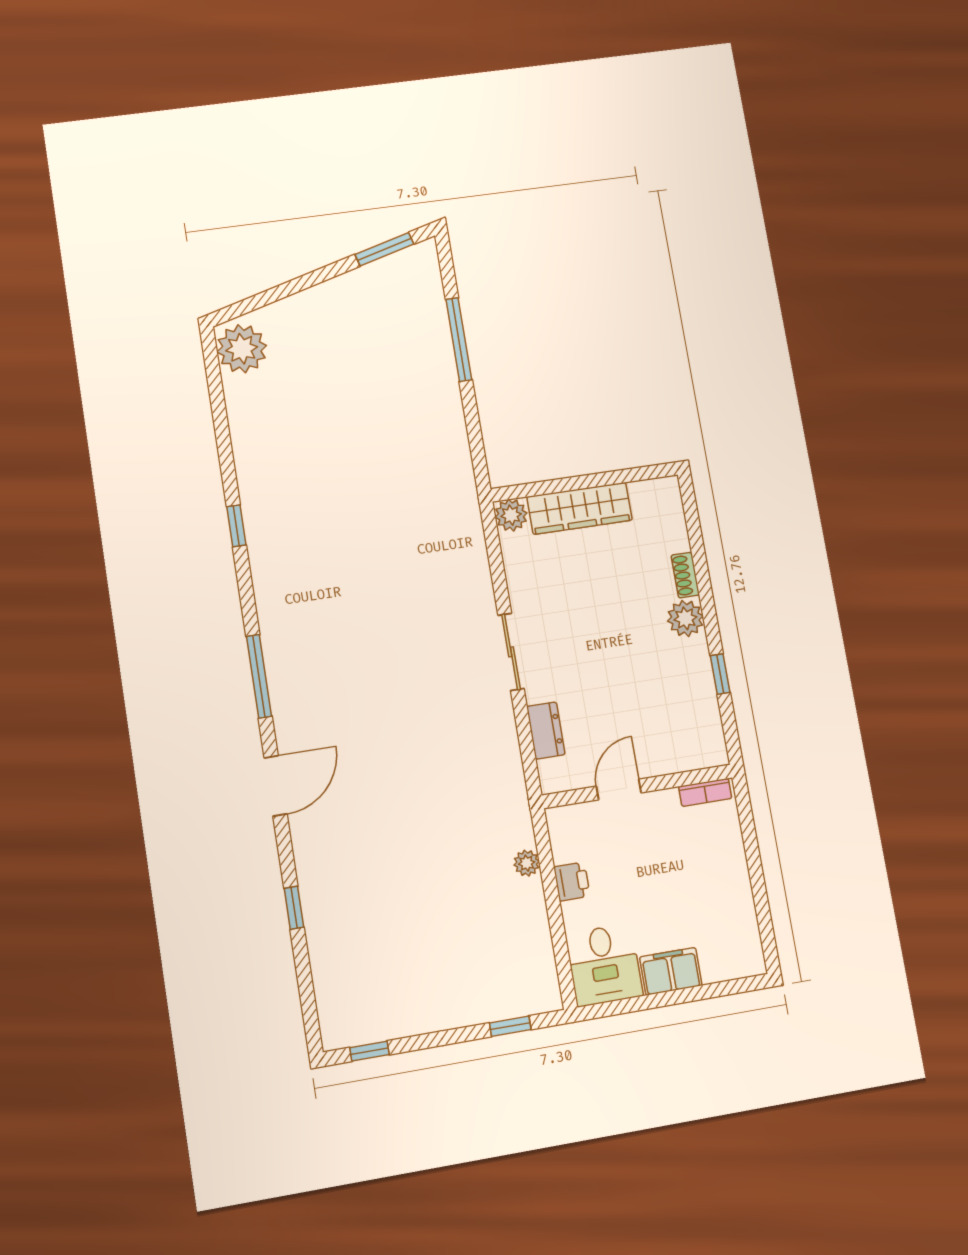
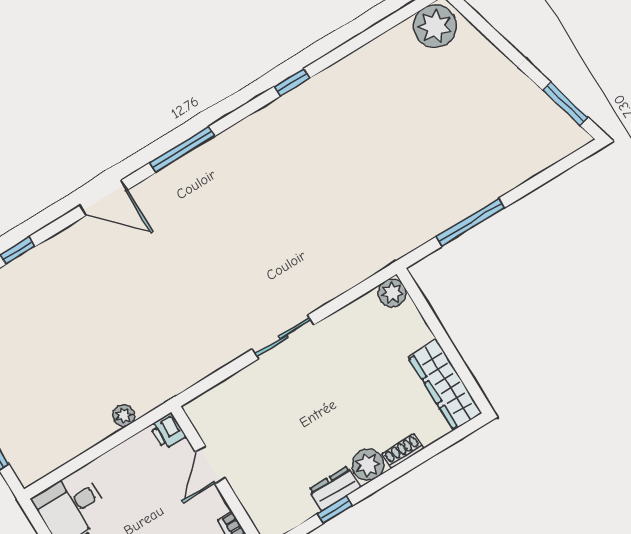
window: (459, 340) -> (470, 222), moved
wardrobe: (580, 508) -> (445, 385), moved
dresser: (546, 730) -> (335, 489), moved, turned 180
door: (619, 789) -> (210, 465), swing flipped
printer: (572, 882) -> (168, 431), moved, turned 90

